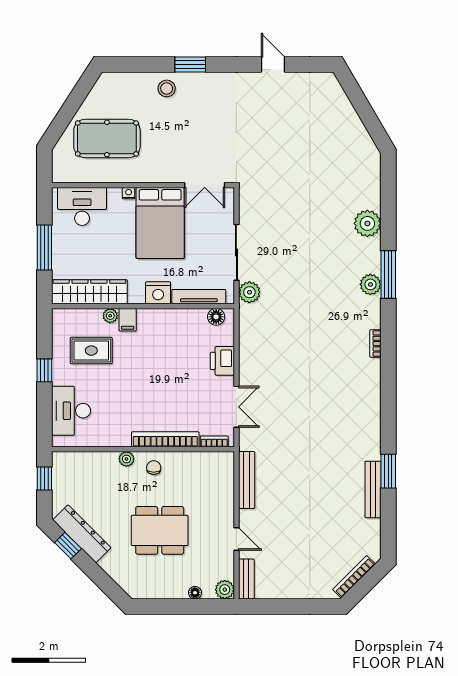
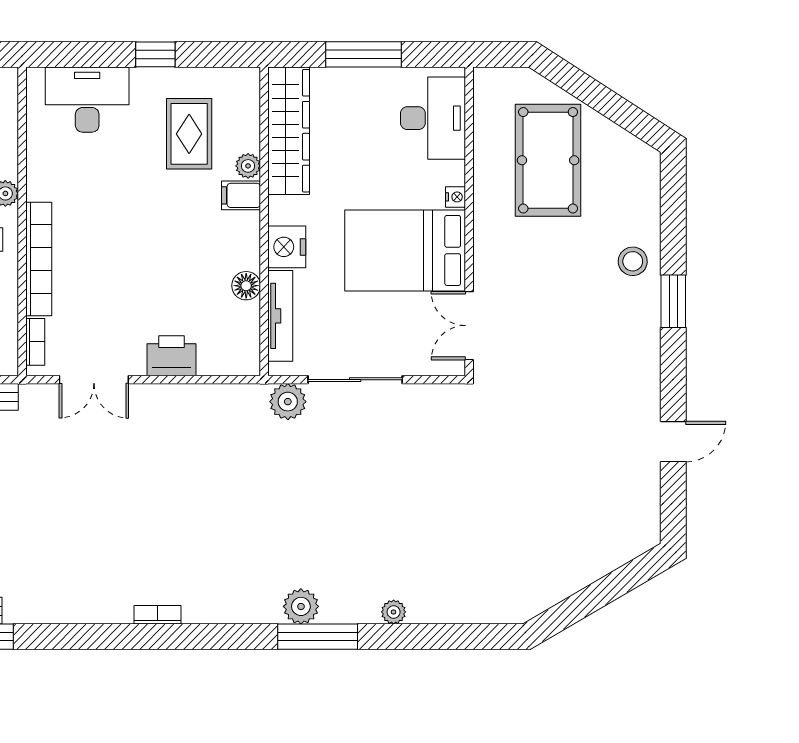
plant: (367, 223) -> (394, 612), width x0.53, depth x0.53
floor lamp: (216, 317) -> (246, 286), moved
bookcase: (375, 344) -> (157, 615), moved

